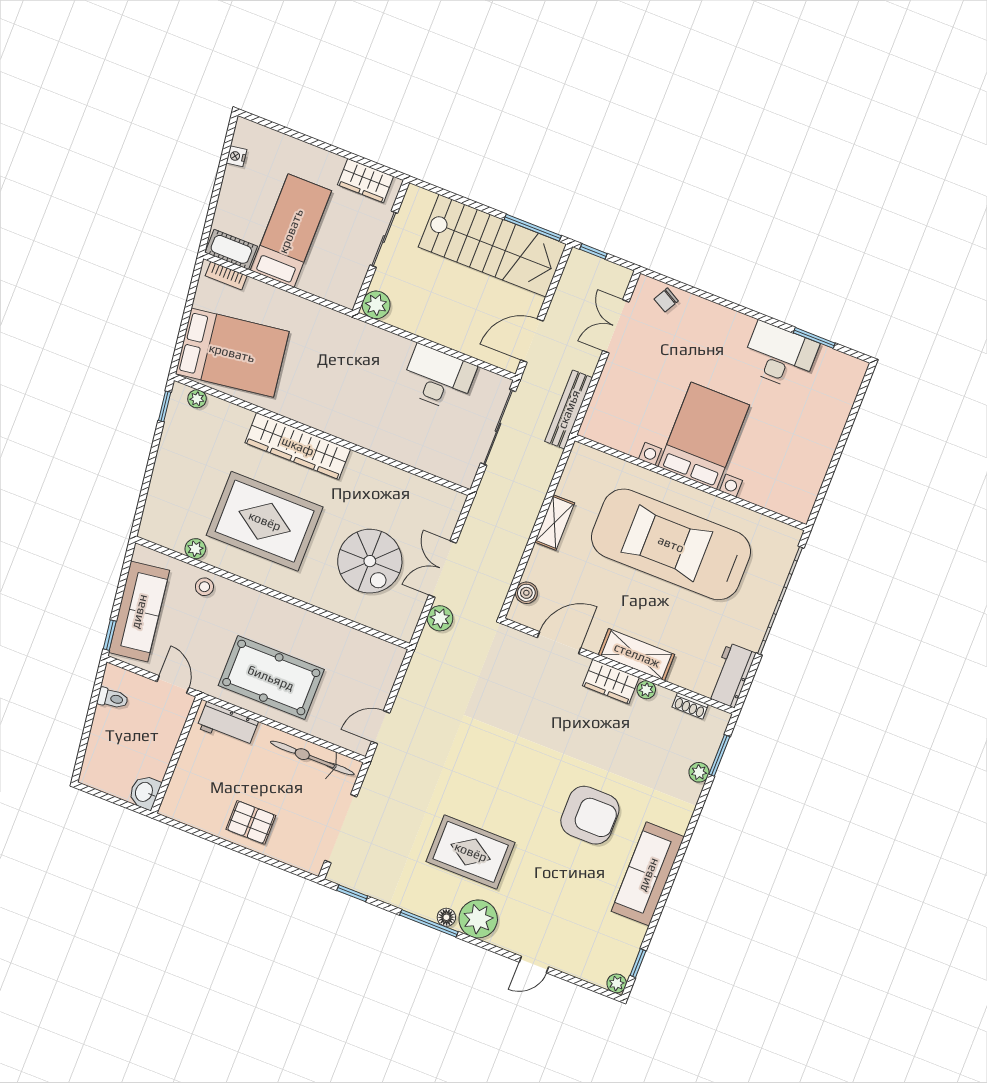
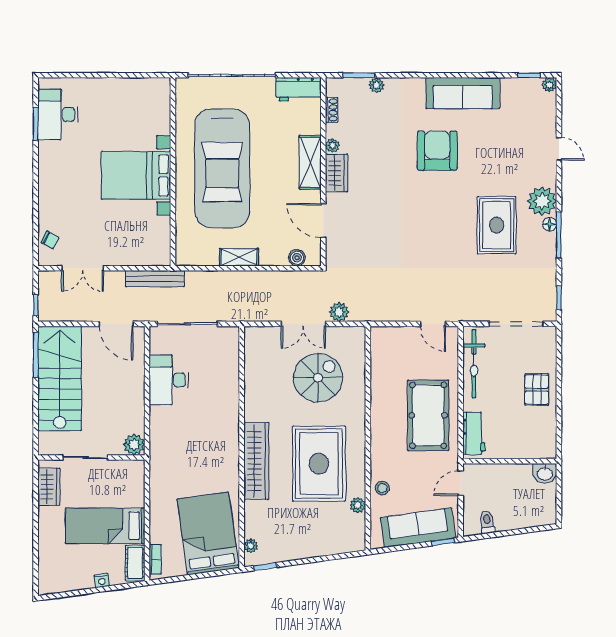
nightstand: (236, 156) -> (102, 581), moved
desk: (780, 356) -> (58, 114), moved

